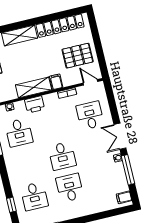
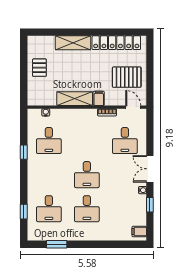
printer: (35, 104) -> (72, 116), removed
desk: (90, 115) -> (125, 141), turned 180
window: (128, 170) -> (150, 205), width x0.46
desk: (70, 188) -> (87, 209), turned 180

